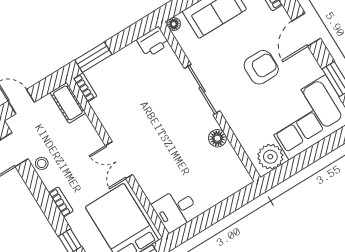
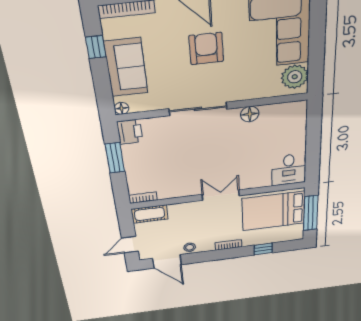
window: (93, 57) -> (115, 158), moved
double door: (119, 160) -> (221, 195), swing flipped

